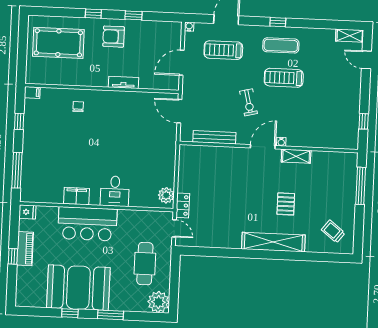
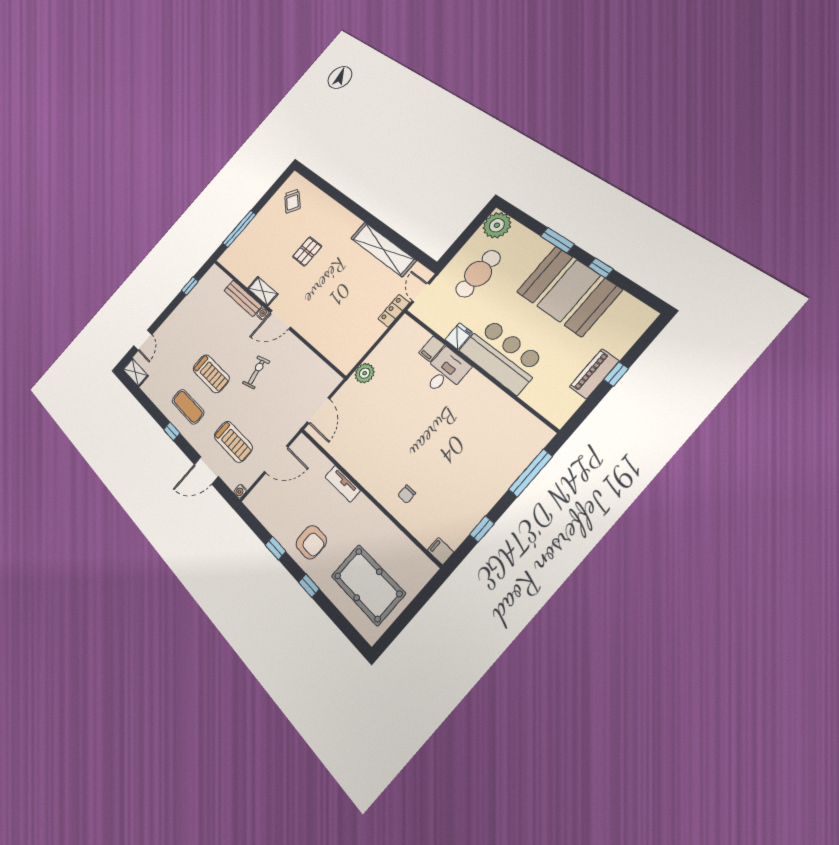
bench: (214, 137) -> (243, 298), moved
plant: (166, 195) -> (365, 373), moved
filing cabinet: (76, 196) -> (432, 349), moved, width x0.50
fridge: (27, 212) -> (459, 336), moved, turned 90
shelving: (273, 242) -> (383, 249), moved

